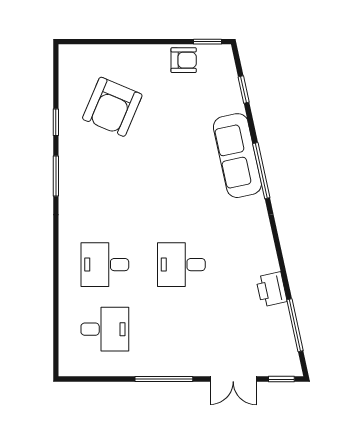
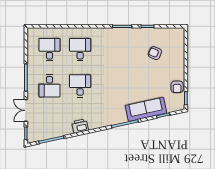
armchair: (112, 107) -> (155, 53), width x0.53, depth x0.53
sofa: (237, 156) -> (146, 109), moved
printer: (271, 289) -> (80, 126), moved
desk: (105, 329) -> (49, 50), turned 180
desk: (181, 329) -> (49, 86), added

